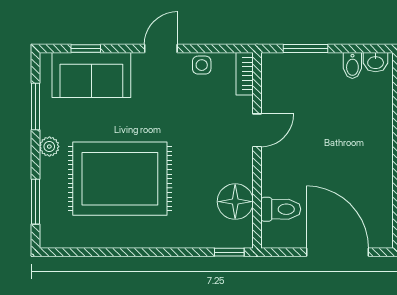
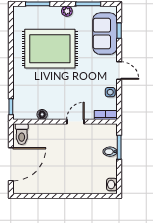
bidet: (352, 65) -> (110, 152), moved
door: (257, 130) -> (75, 122), swing flipped
rug: (120, 179) -> (50, 49), turned 90
floor lamp: (235, 202) -> (42, 114), width x0.53, depth x0.53
toilet: (281, 209) -> (22, 134), moved

